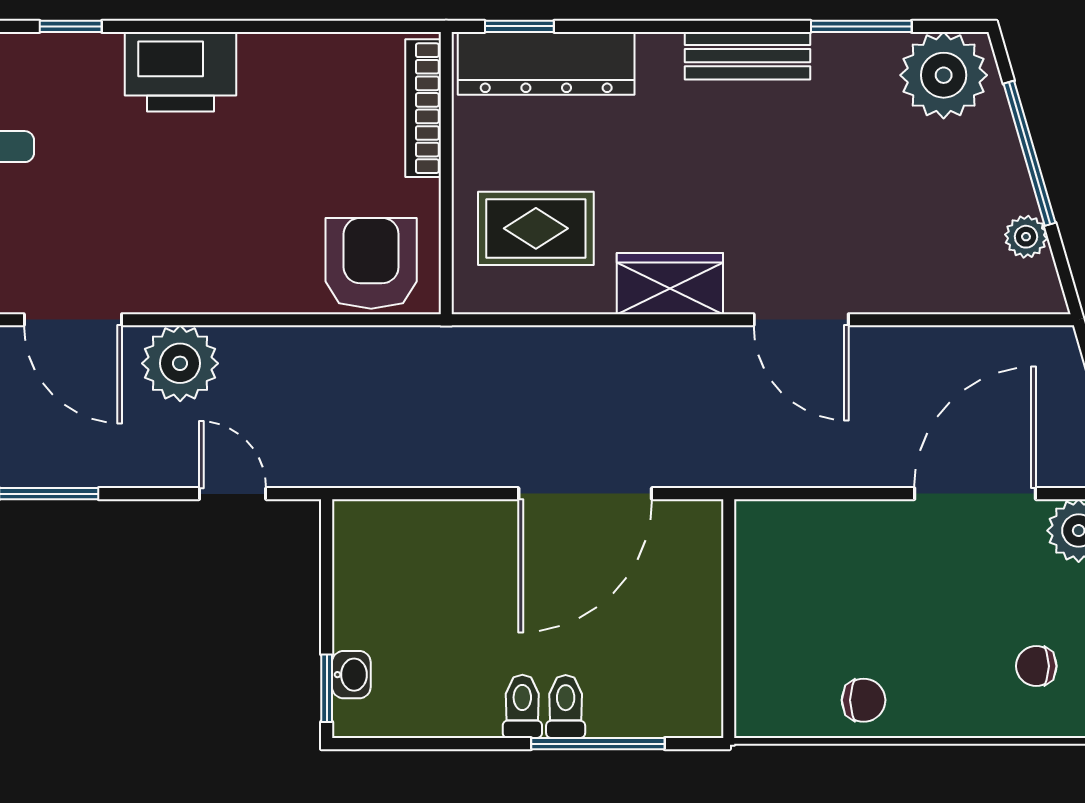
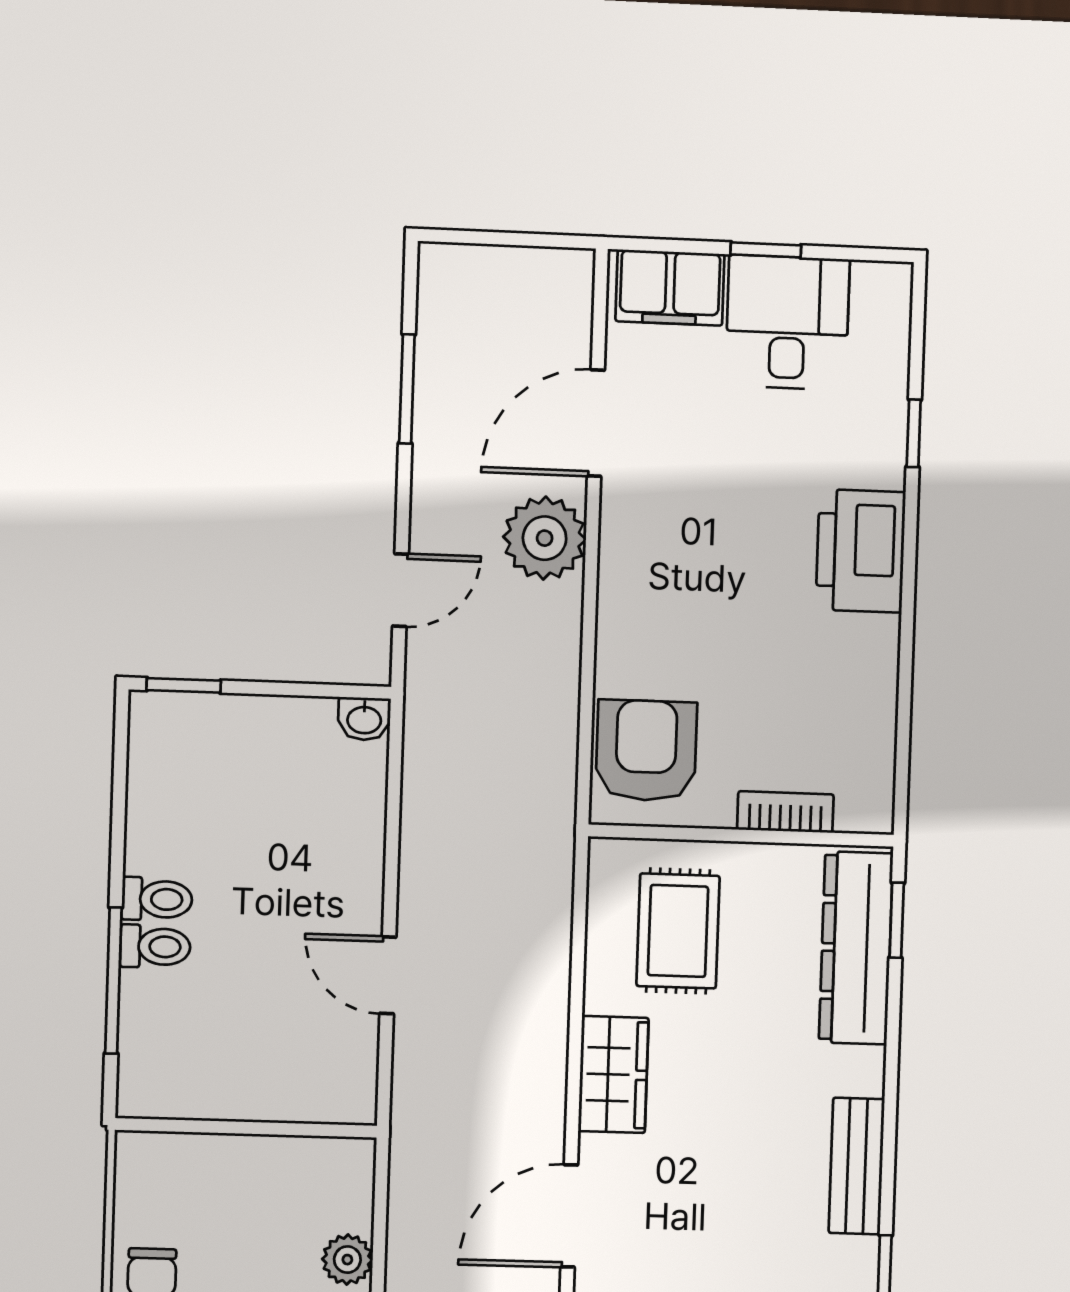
bookcase: (423, 108) -> (785, 812), width x0.64
armchair: (371, 263) -> (646, 750), turned -90
door: (585, 494) -> (388, 975), width x0.53
plant: (847, 522) -> (347, 1260), added
washbasin: (351, 675) -> (364, 719), moved

